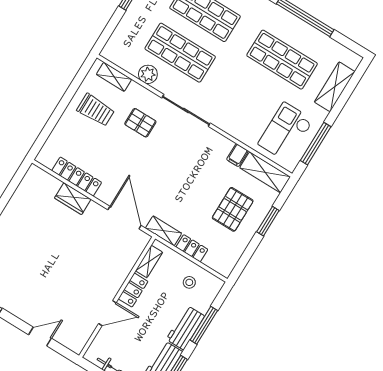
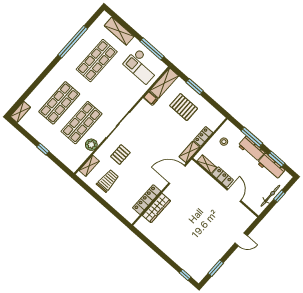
wardrobe: (73, 199) -> (156, 208), width x1.50
door: (40, 337) -> (241, 239), swing flipped

